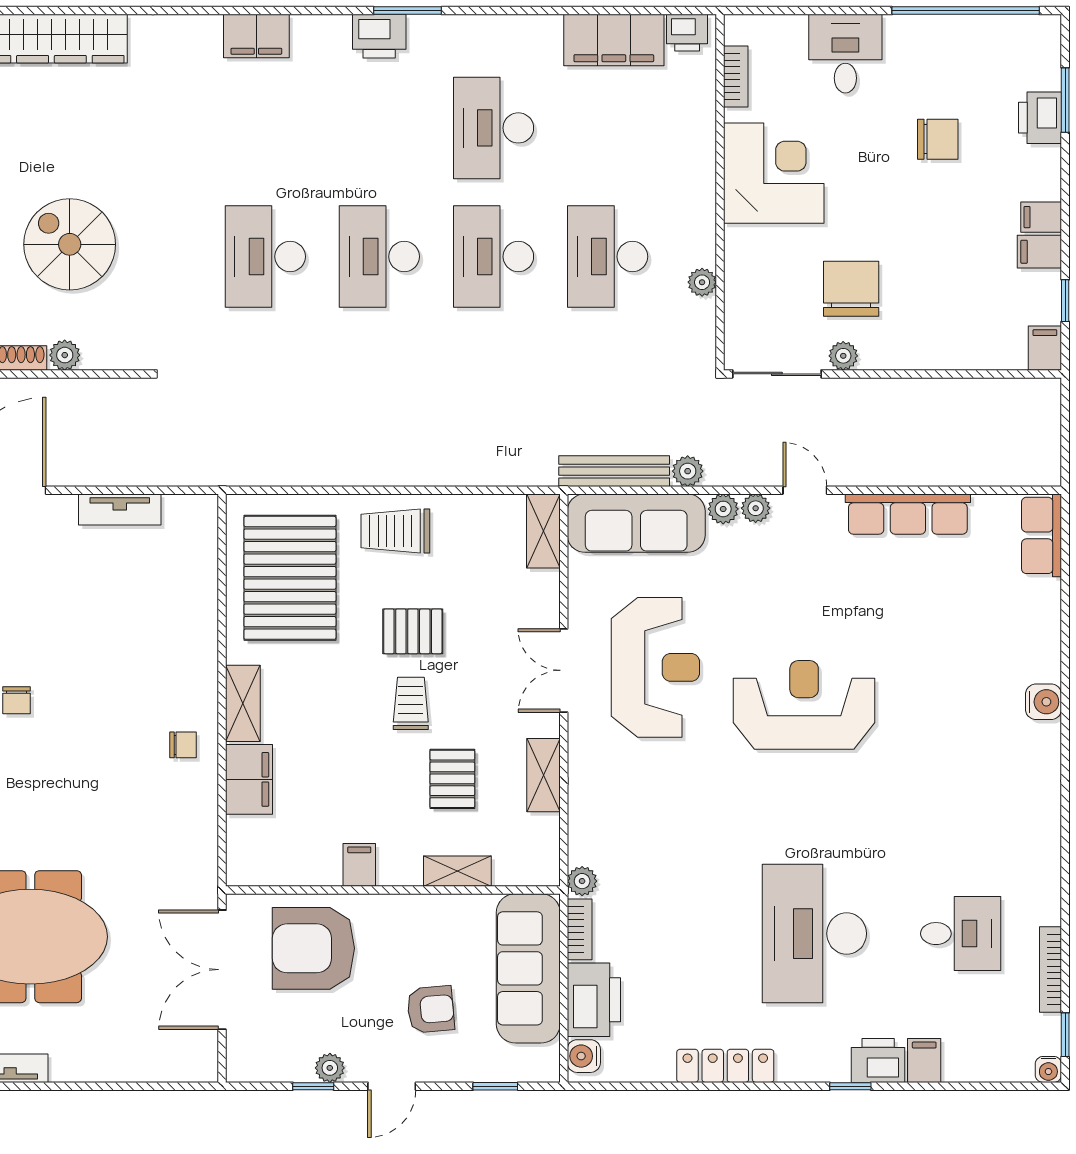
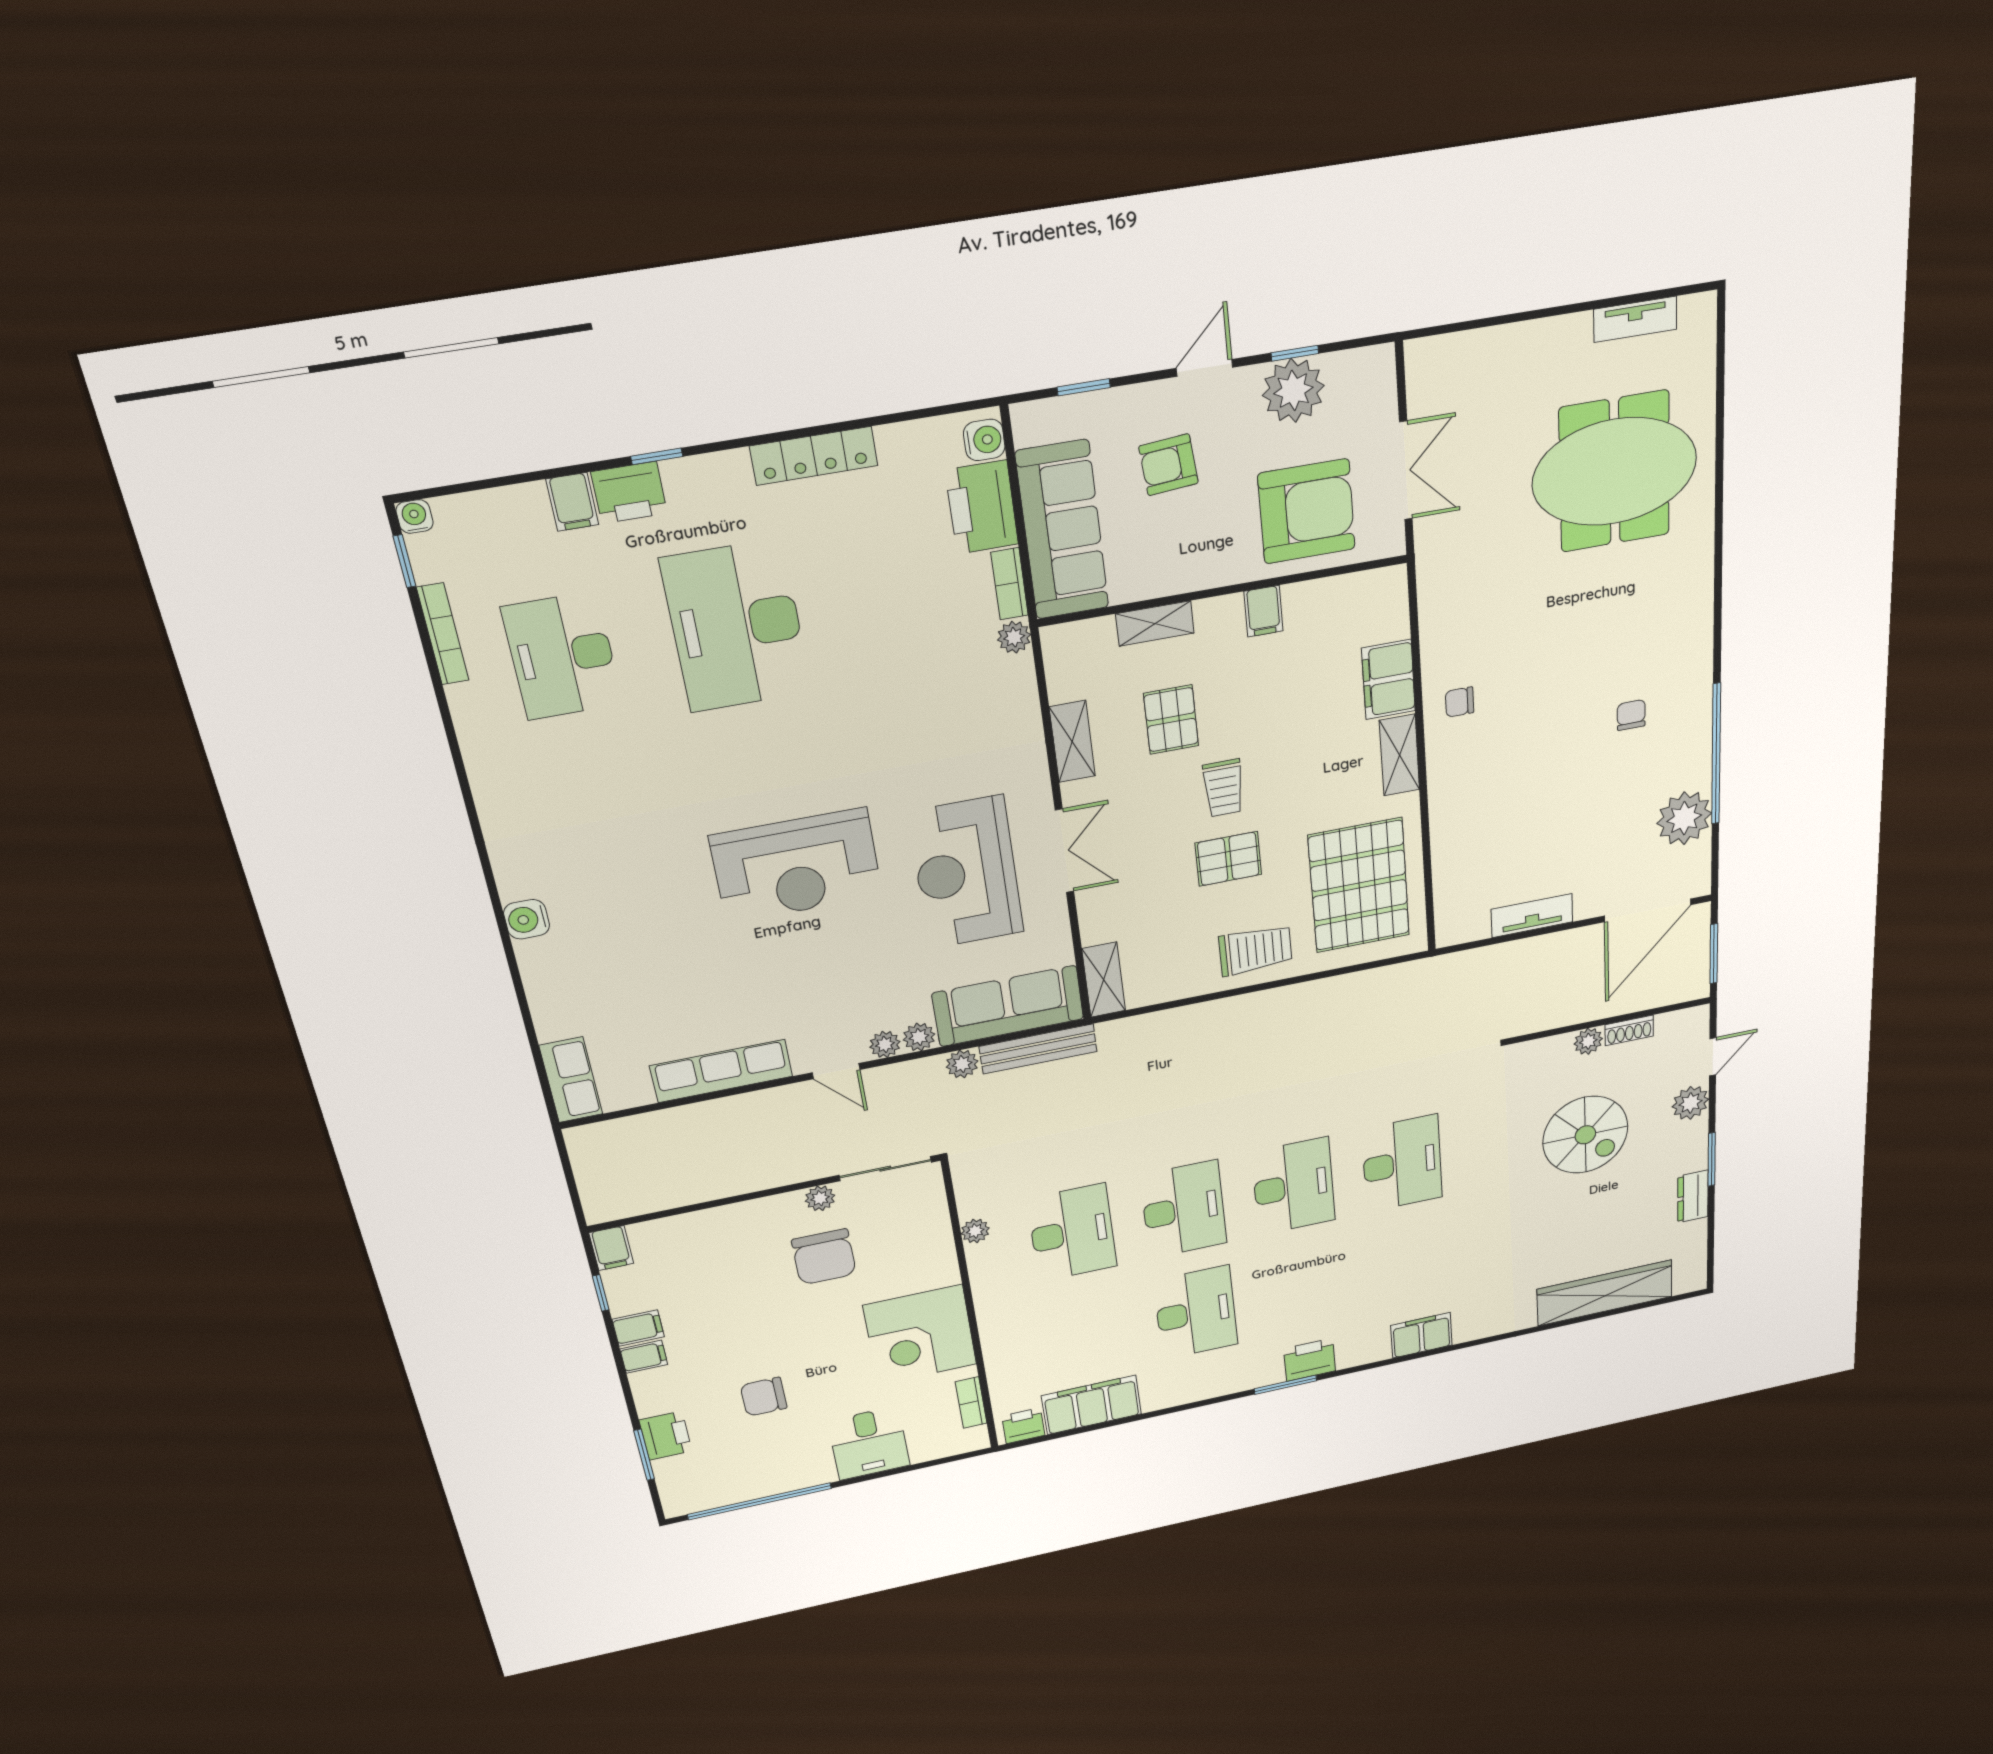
desk: (814, 934) -> (736, 626), turned 180
desk: (961, 934) -> (562, 656), width x1.37
double door: (222, 970) -> (1406, 470), width x0.73
plant: (330, 1068) -> (1293, 390), width x1.87, depth x1.87

